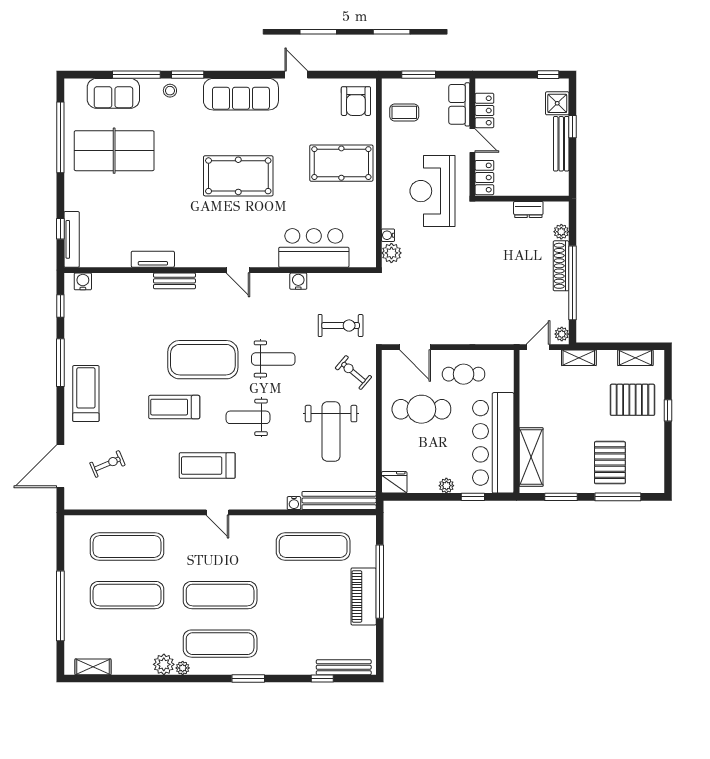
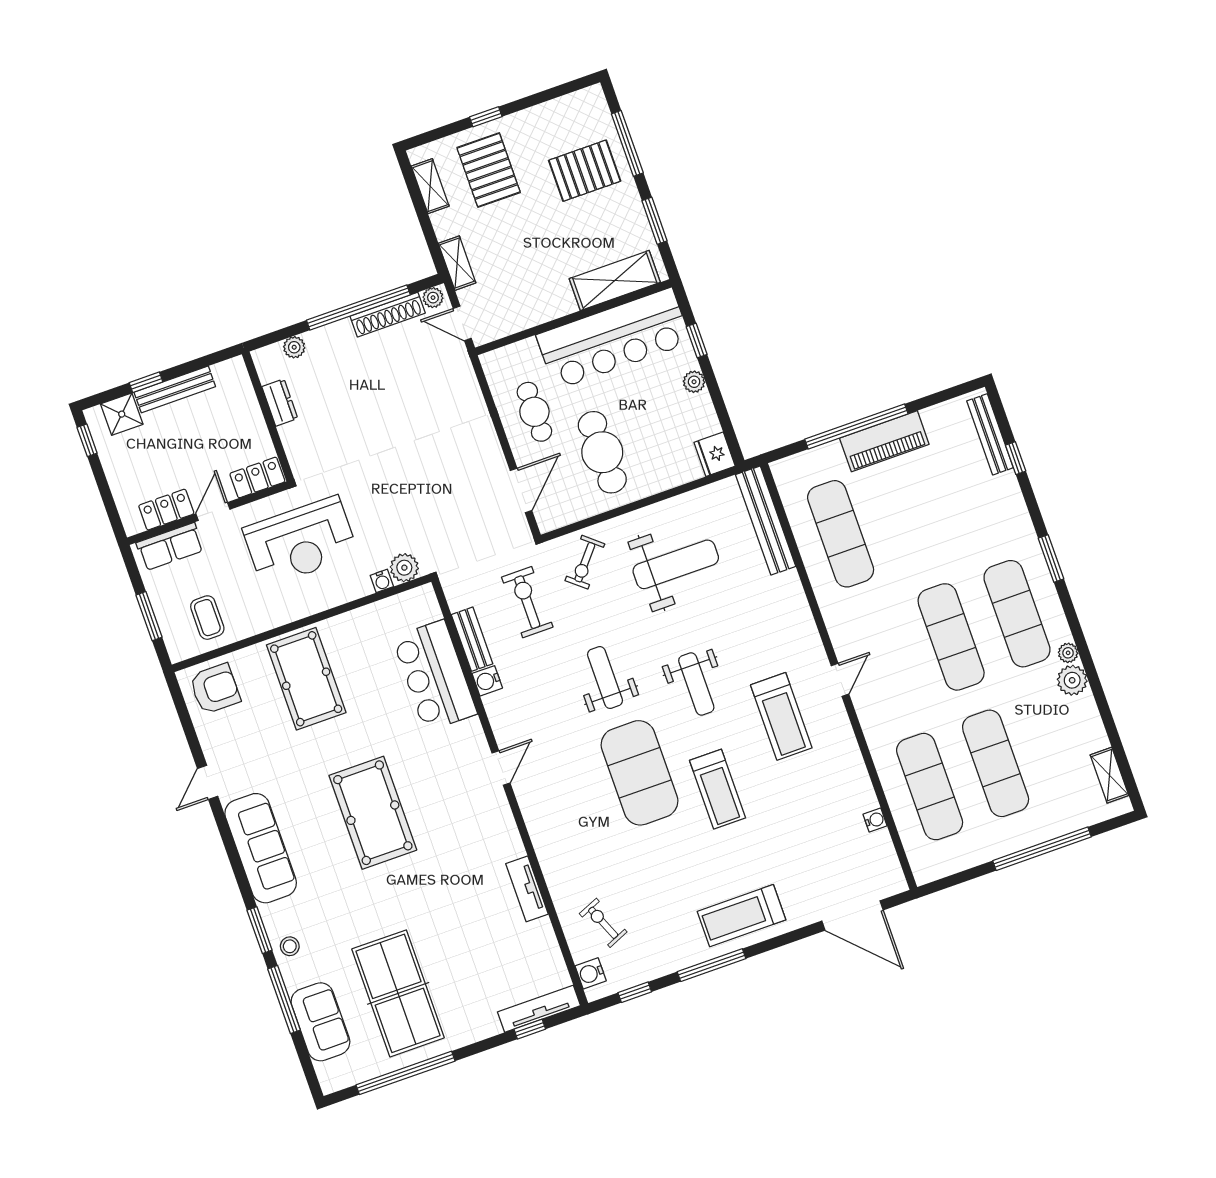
shoe rack: (561, 266) -> (388, 315), moved
bench: (174, 281) -> (472, 639), moved
exercise bike: (107, 464) -> (603, 923), moved
water cooler: (294, 503) -> (875, 820), moved

